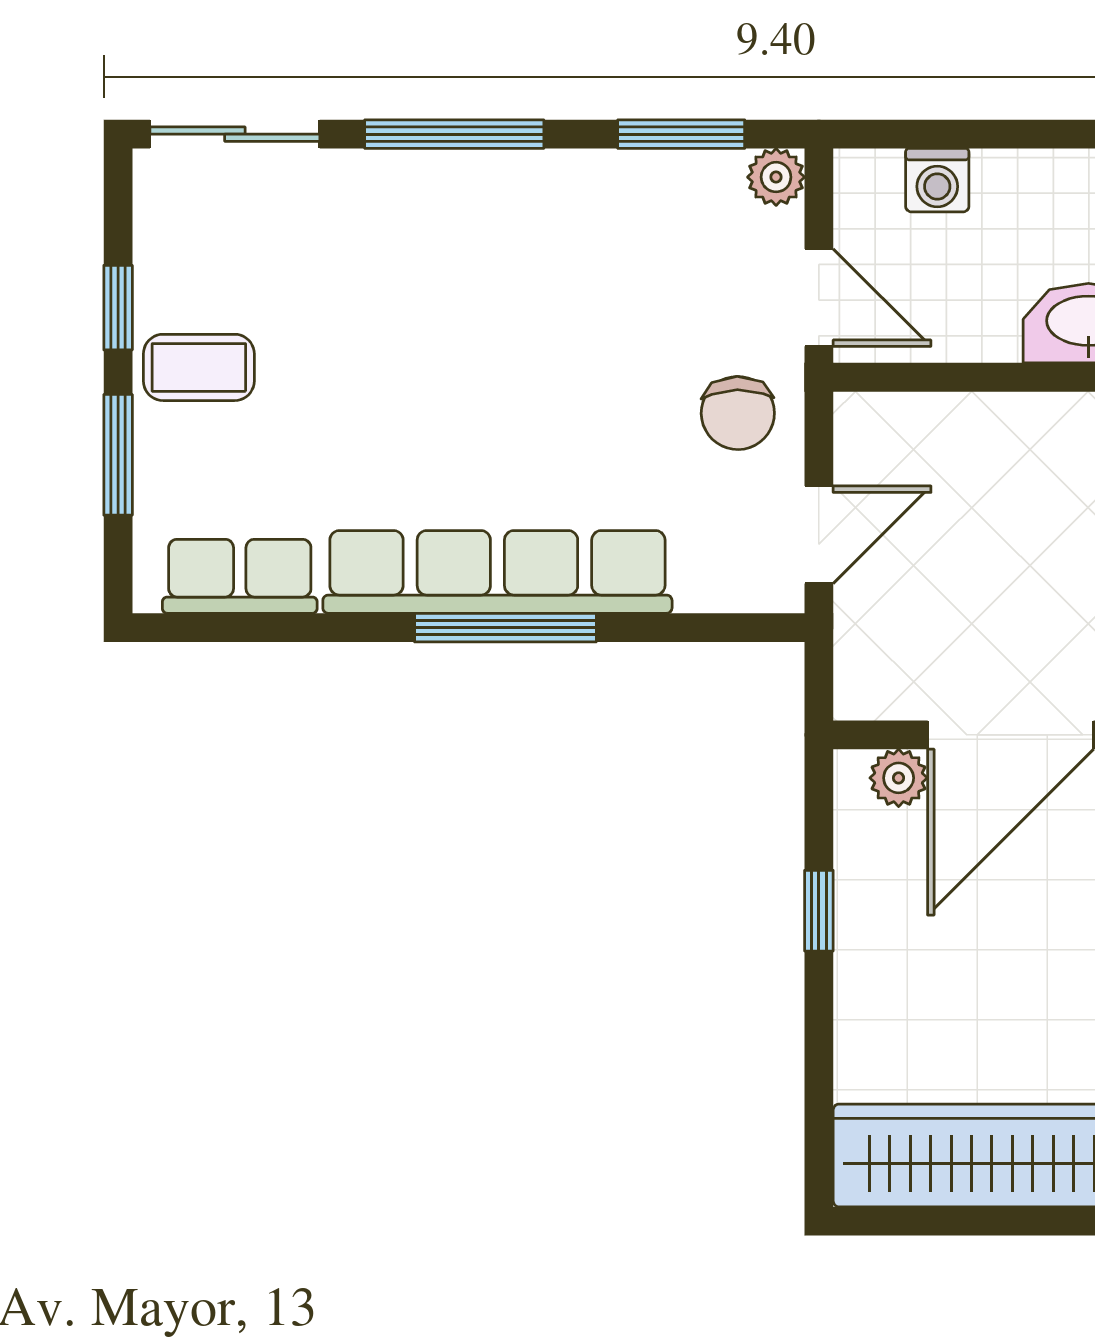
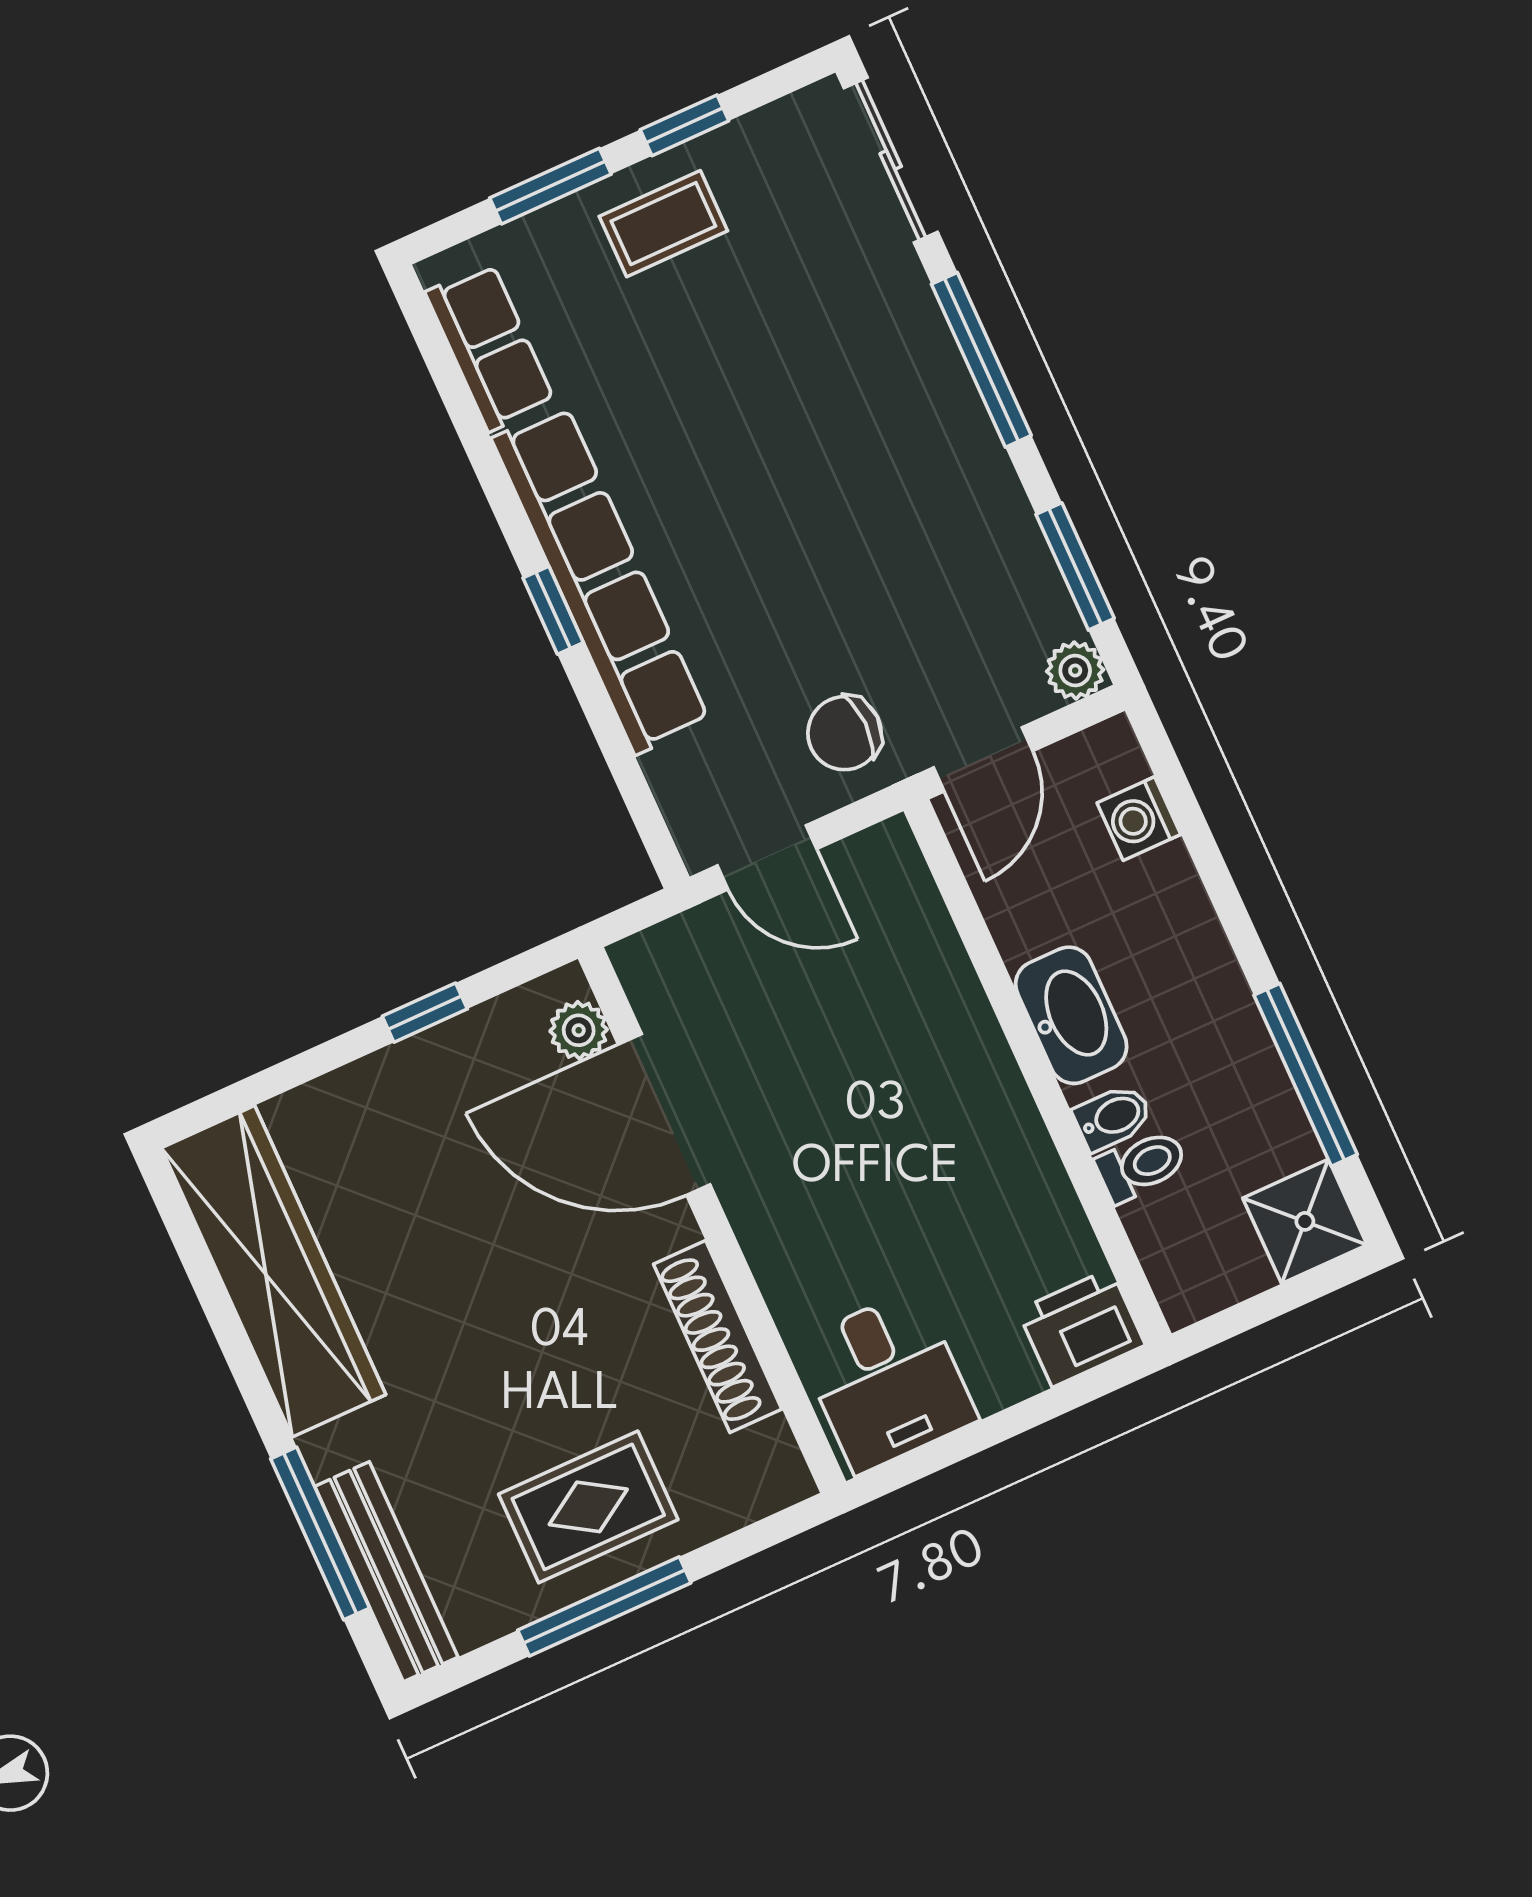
coffee table: (199, 367) -> (663, 224), turned 90
window: (505, 628) -> (553, 610), width x0.46

